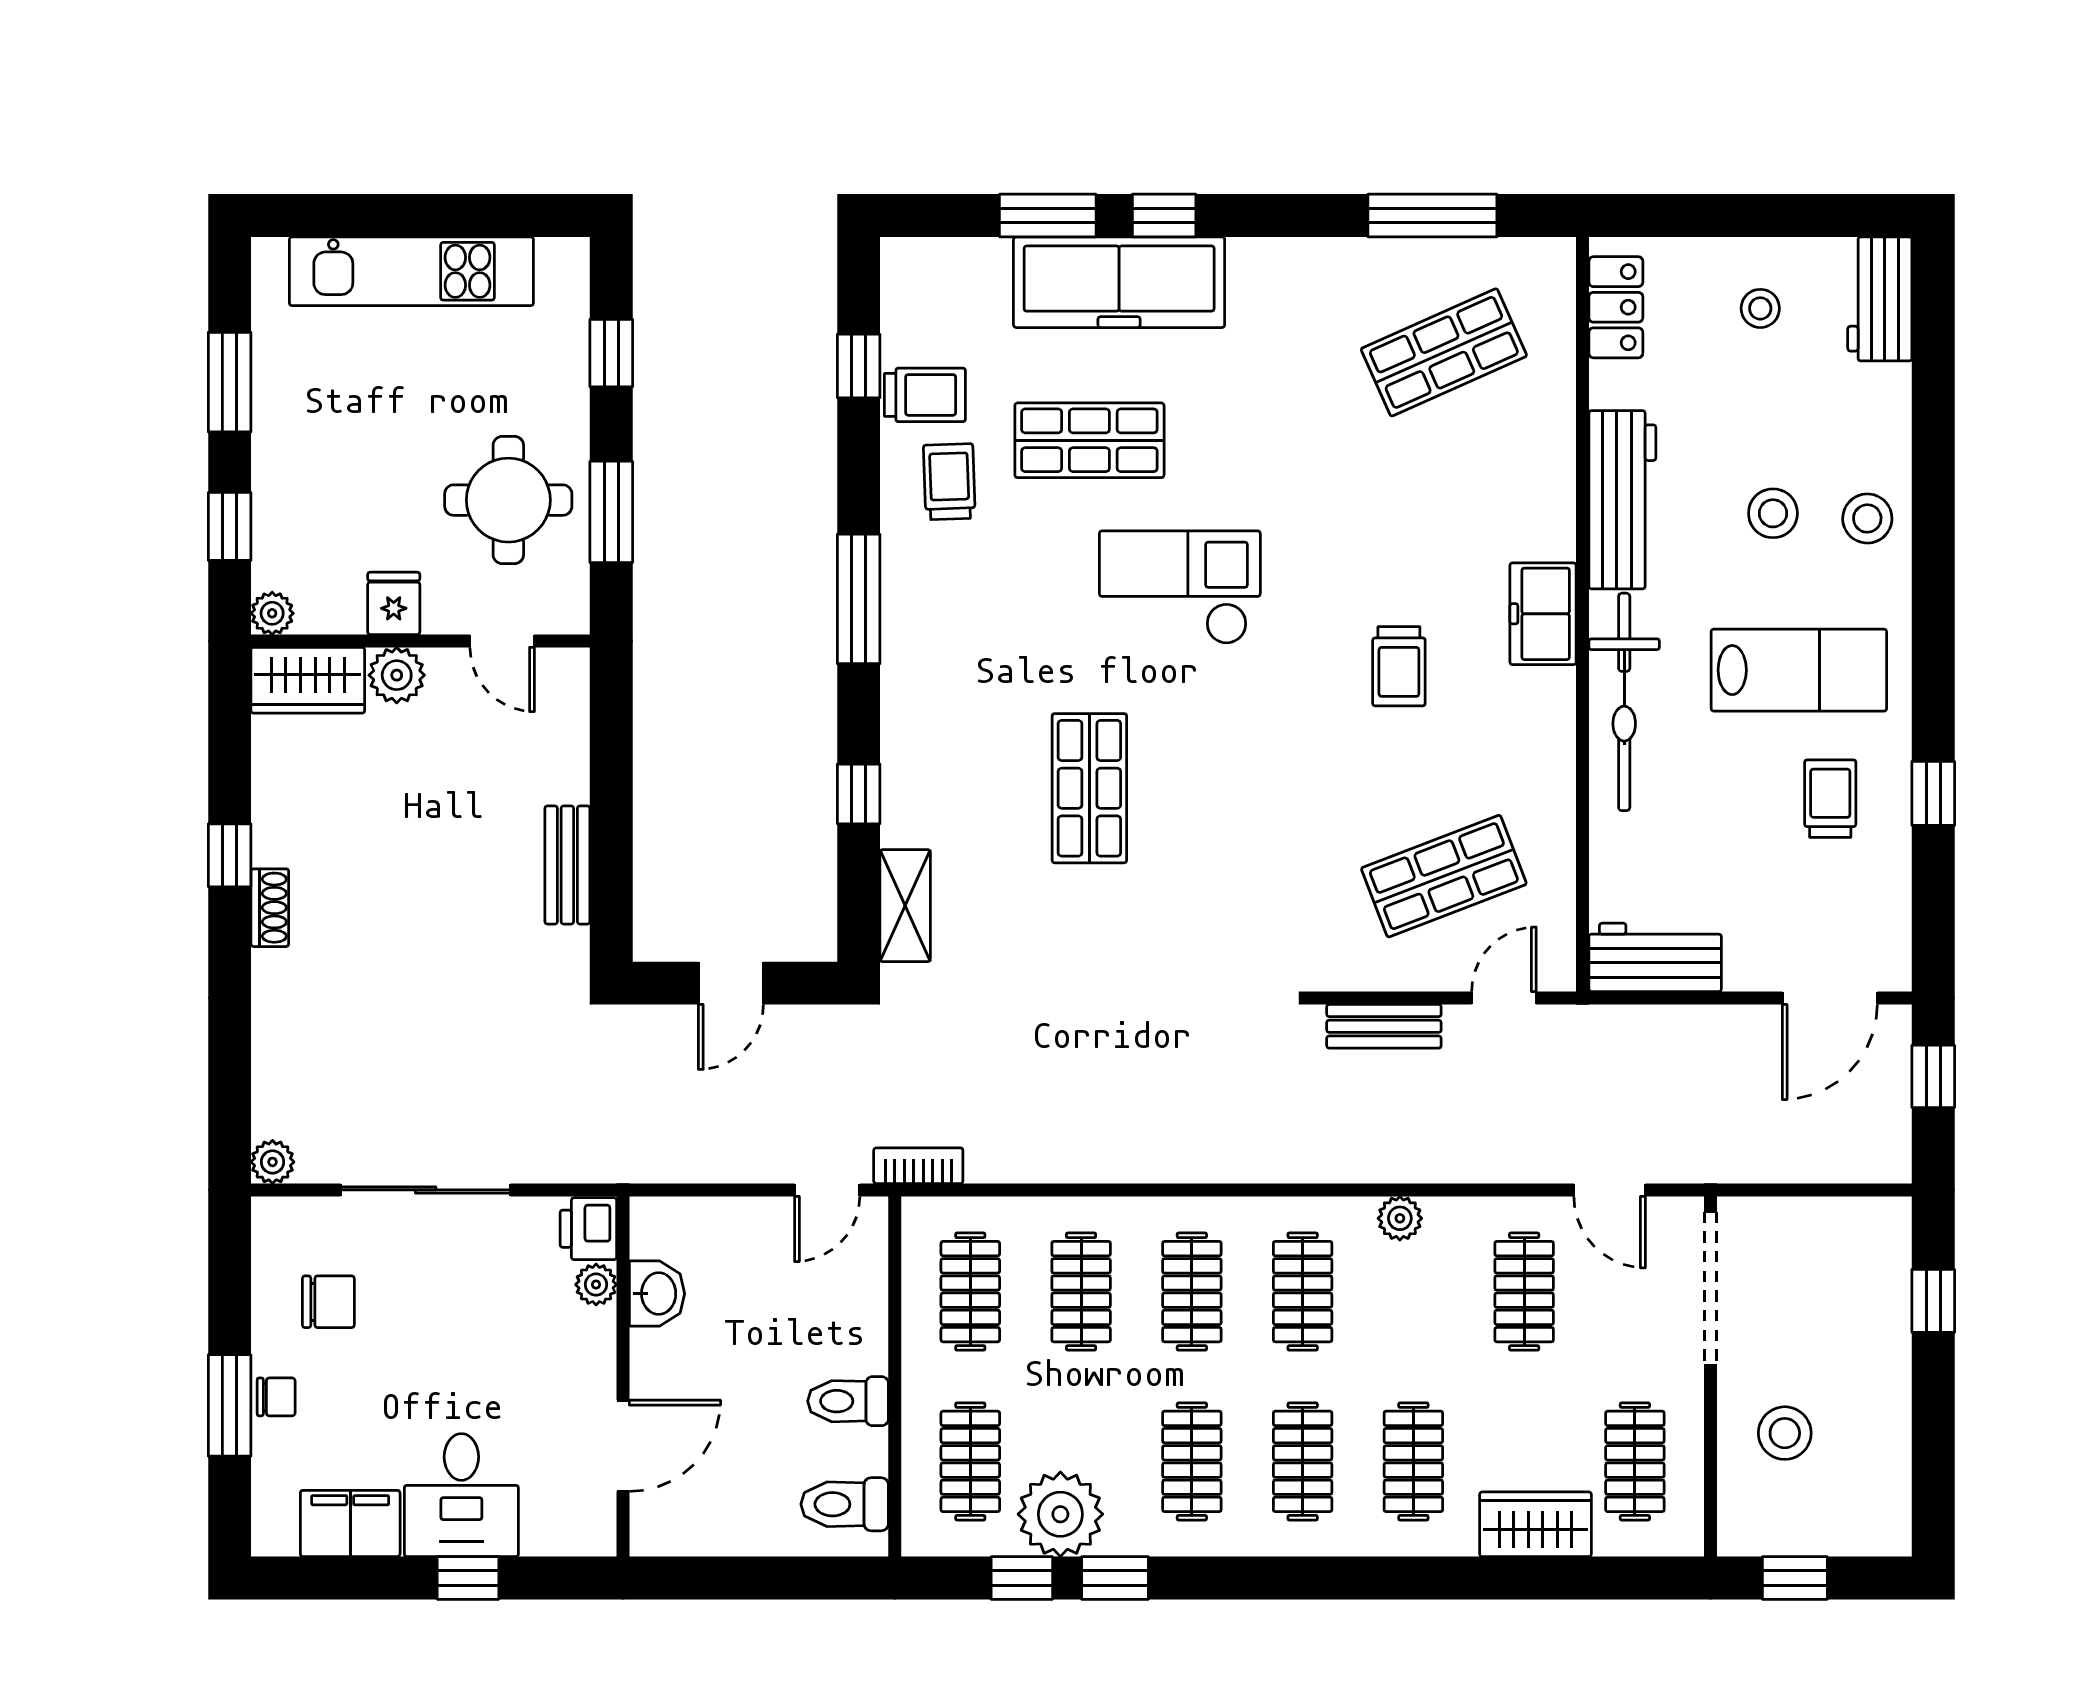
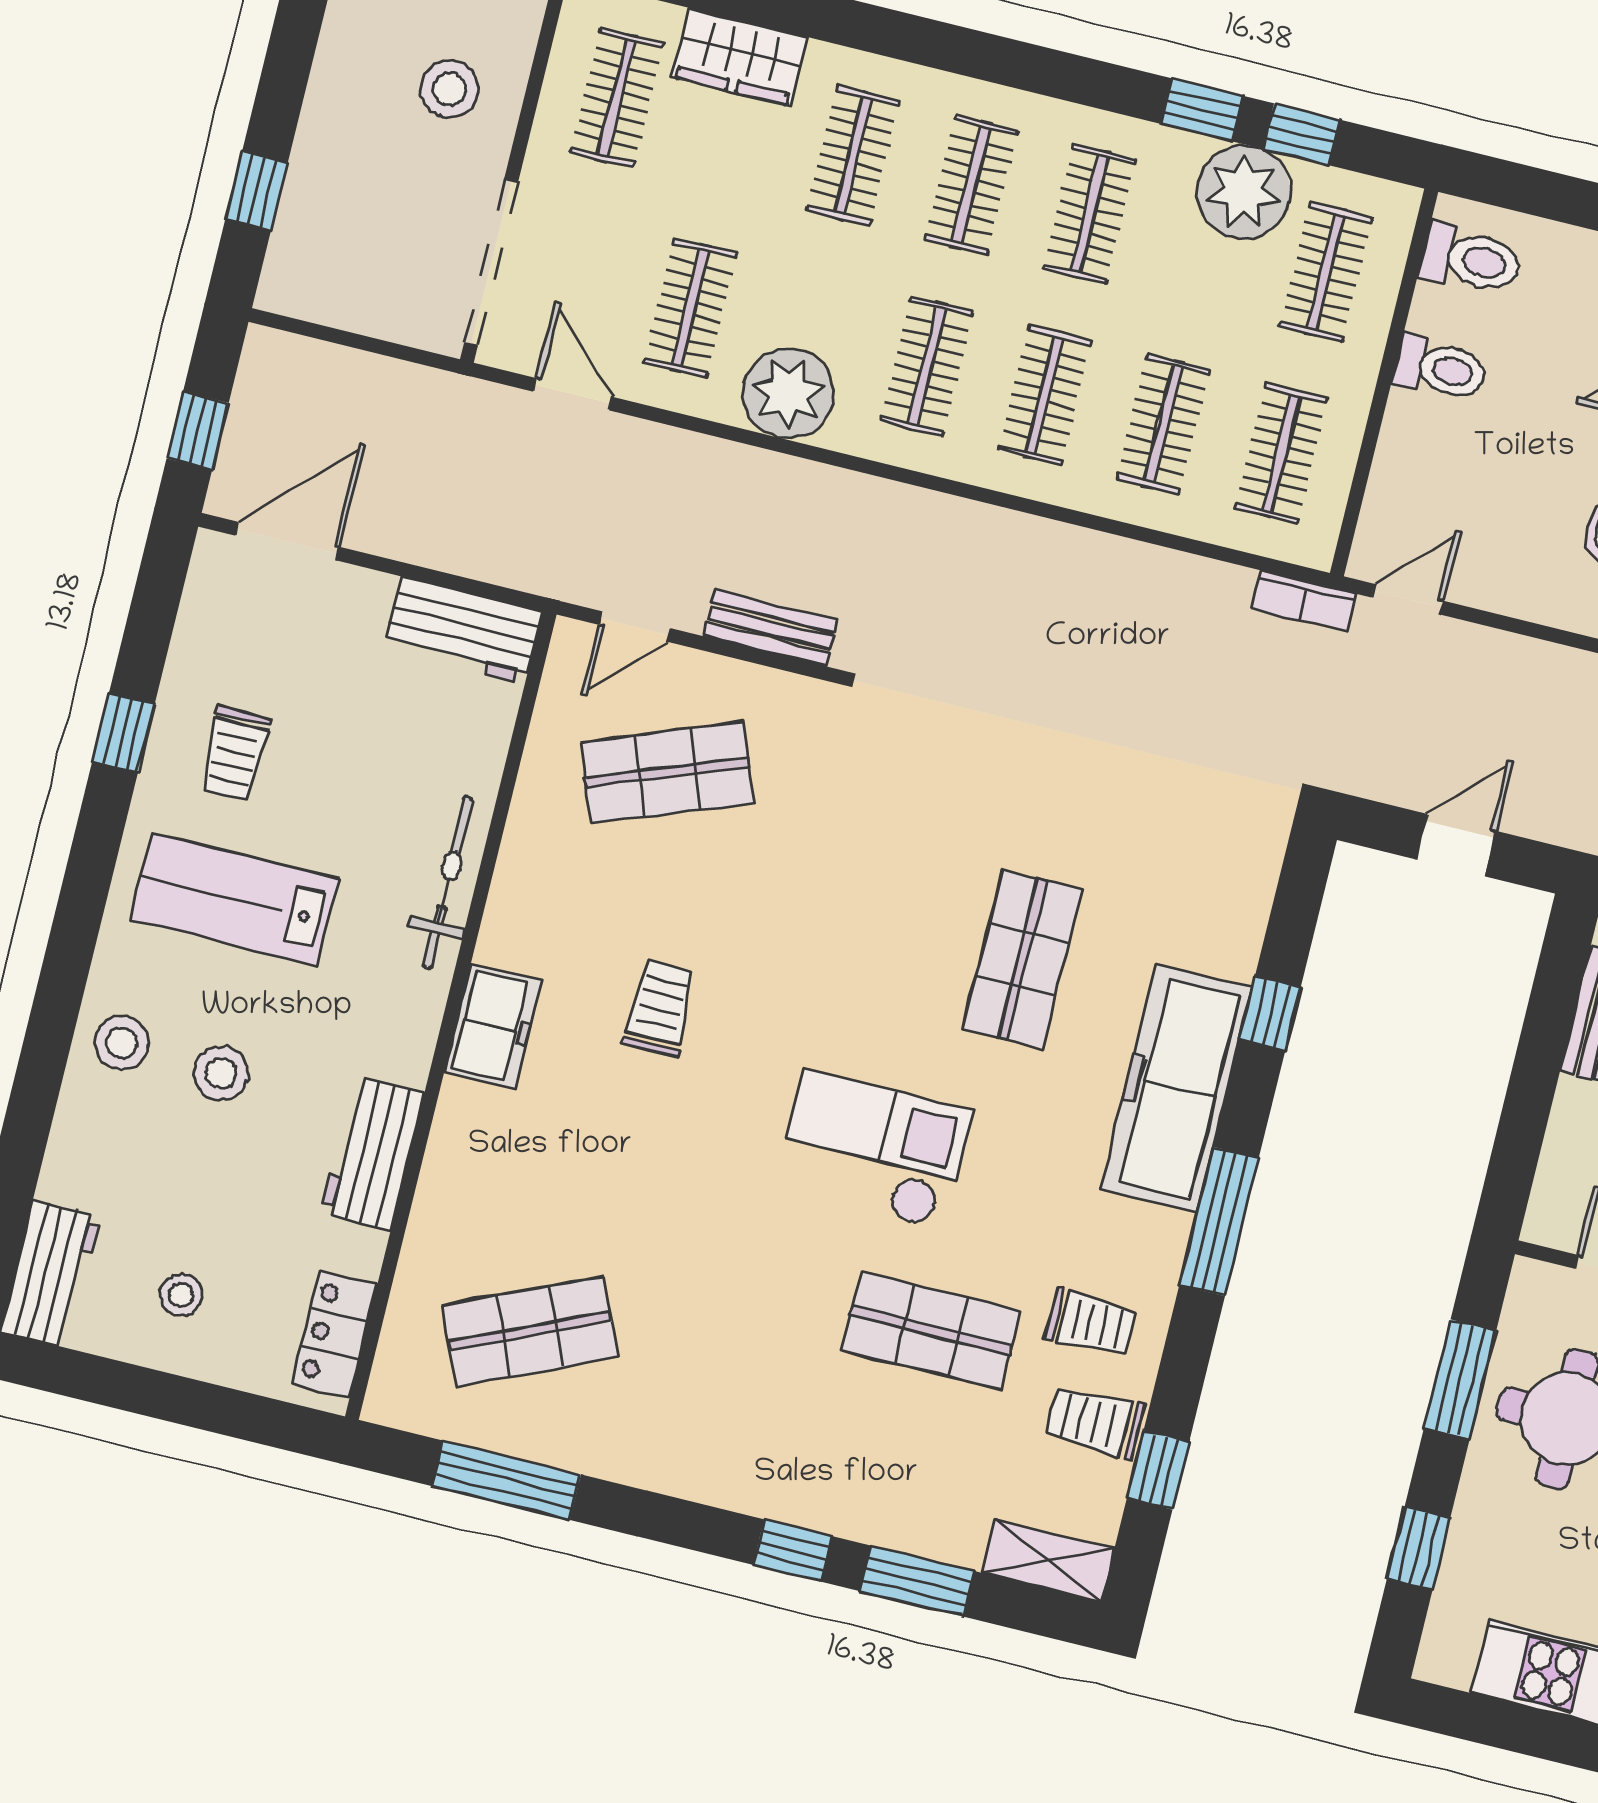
freezer: (1119, 282) -> (1176, 1088), moved, turned -90
trolley: (949, 482) -> (1091, 1323), turned -88
workbench: (1622, 500) -> (372, 1153), width x0.73
checkout: (1180, 587) -> (873, 1150), turned 180
bicycle: (1624, 702) -> (448, 883), width x0.73, depth x0.71
shelving: (905, 906) -> (1048, 1561), moved, turned 90
plant: (1400, 1218) -> (788, 393), width x1.87, depth x1.87

